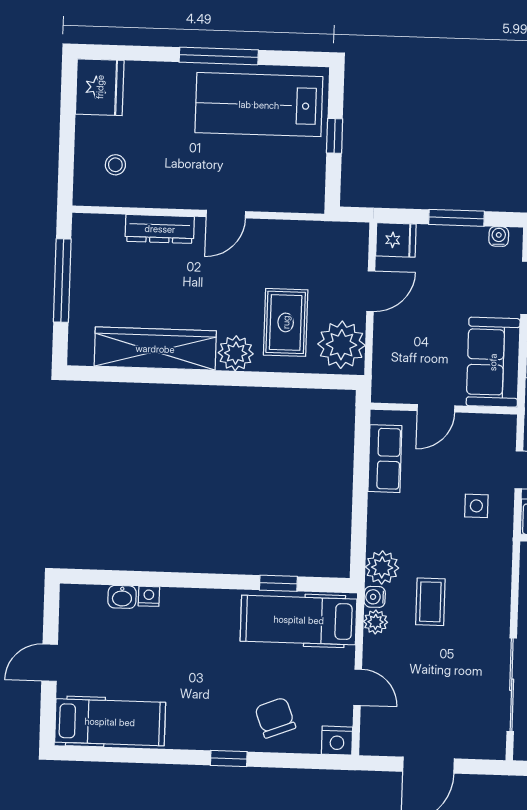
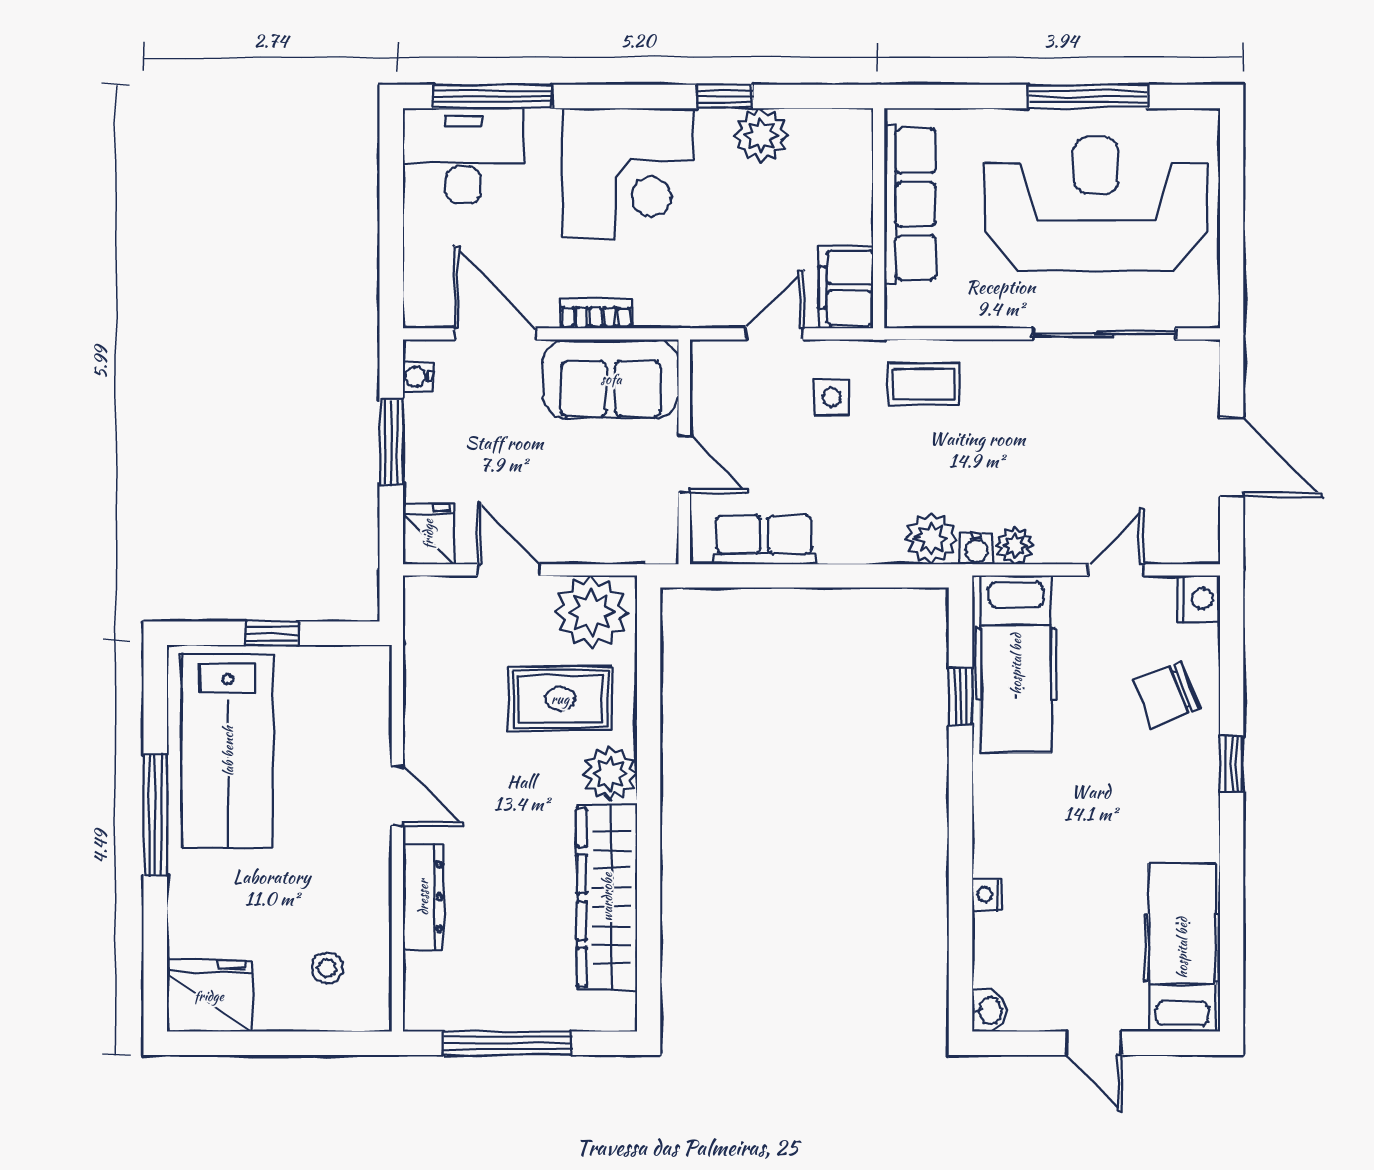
washbasin: (122, 597) -> (989, 1010), moved
coffee table: (430, 602) -> (924, 384), moved

